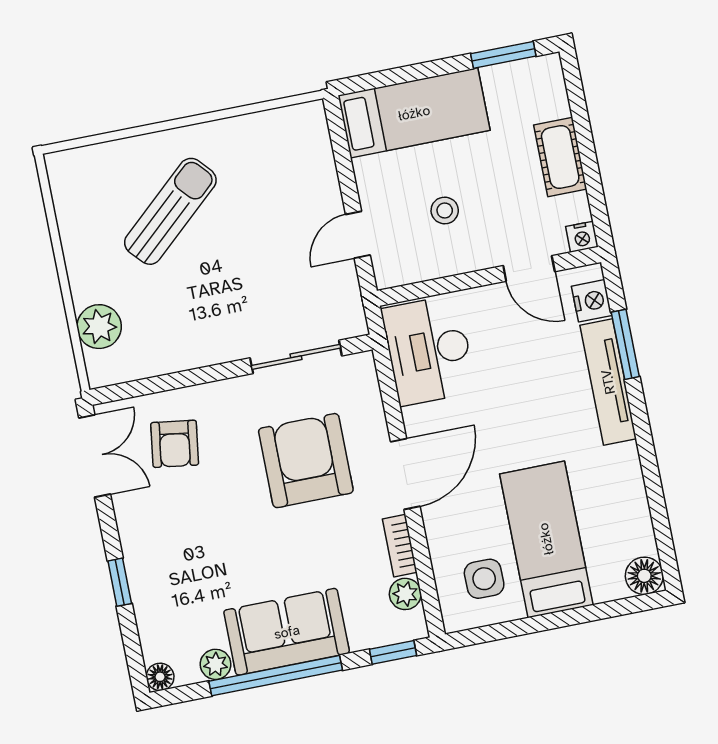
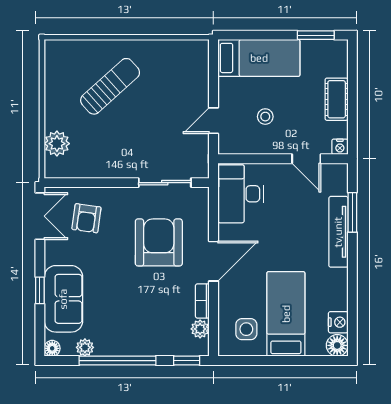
nightstand: (592, 301) -> (338, 322), moved
sofa: (287, 632) -> (63, 299), moved, turned 90

